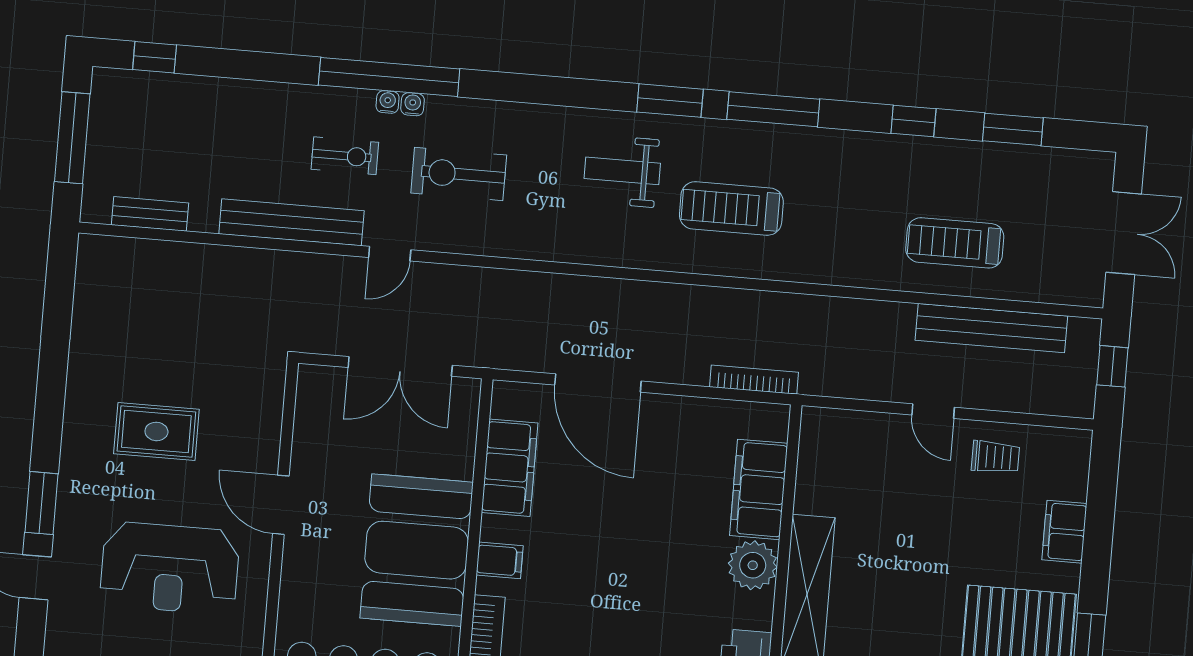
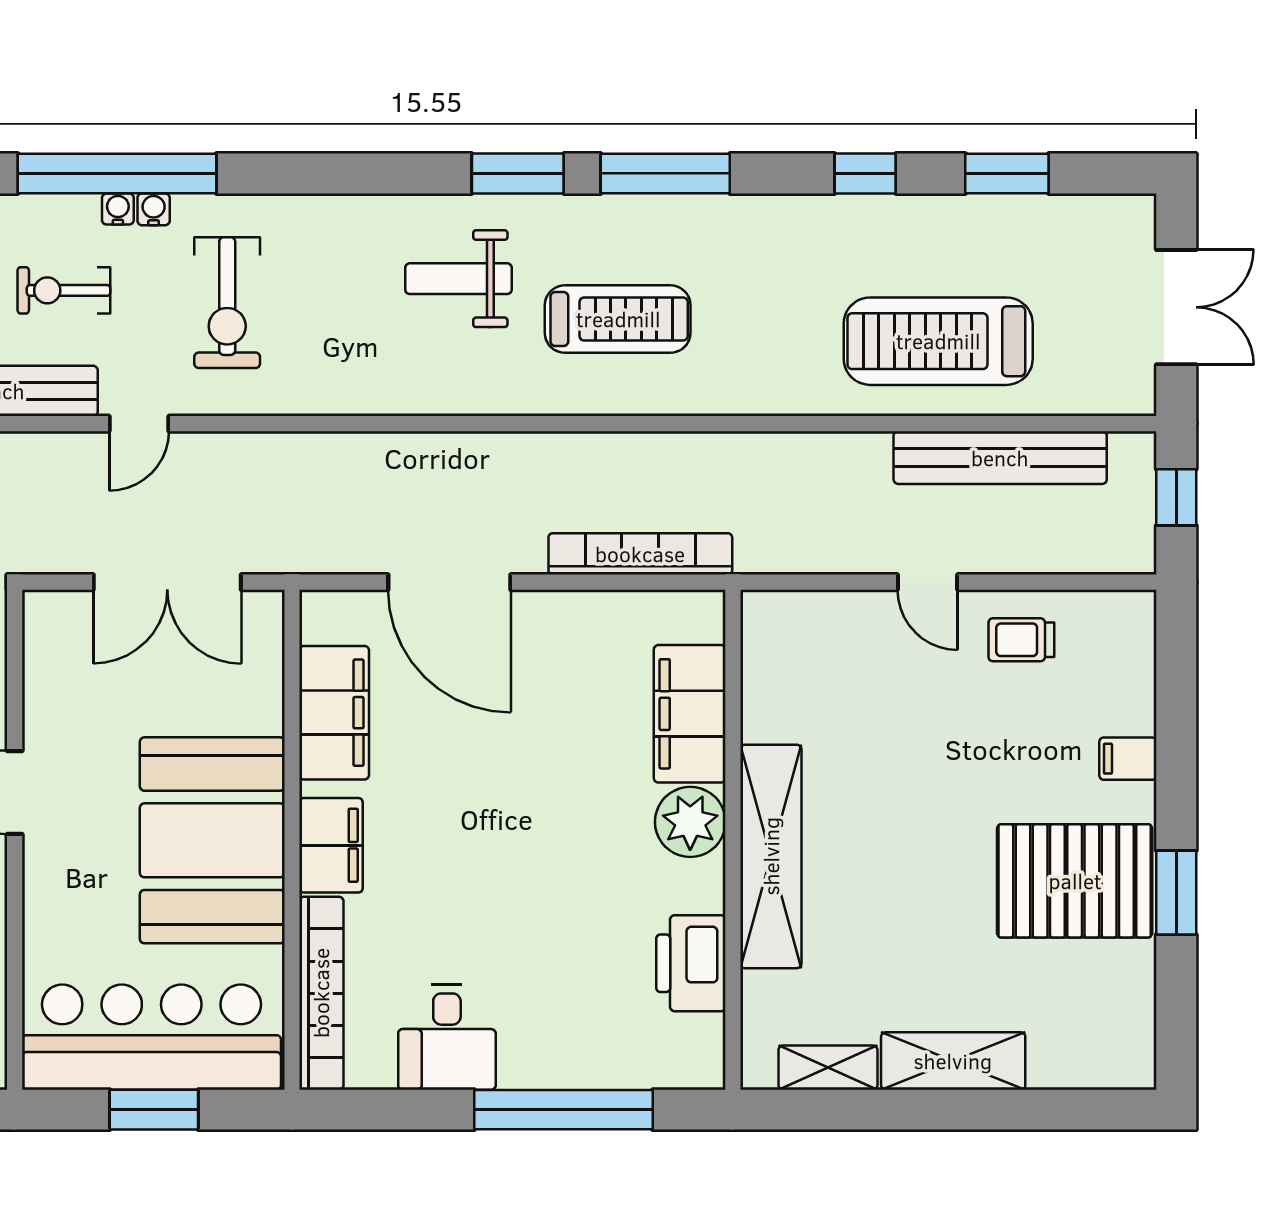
exercise bike: (345, 156) -> (64, 290), turned 180
exercise bike: (459, 174) -> (227, 303), turned -90
treadmill: (731, 208) -> (618, 319), turned 180
treadmill: (955, 243) -> (938, 341), width x1.37, depth x1.38
bookcase: (754, 380) -> (640, 554), width x1.48, depth x1.31
trolley: (995, 457) -> (1021, 640), turned 180
filing cabinet: (1064, 532) -> (1128, 759), width x0.50
filing cabinet: (500, 560) -> (331, 845), width x2.00

